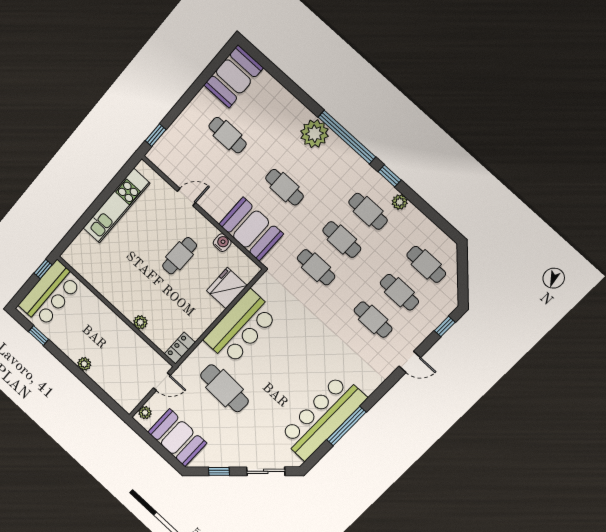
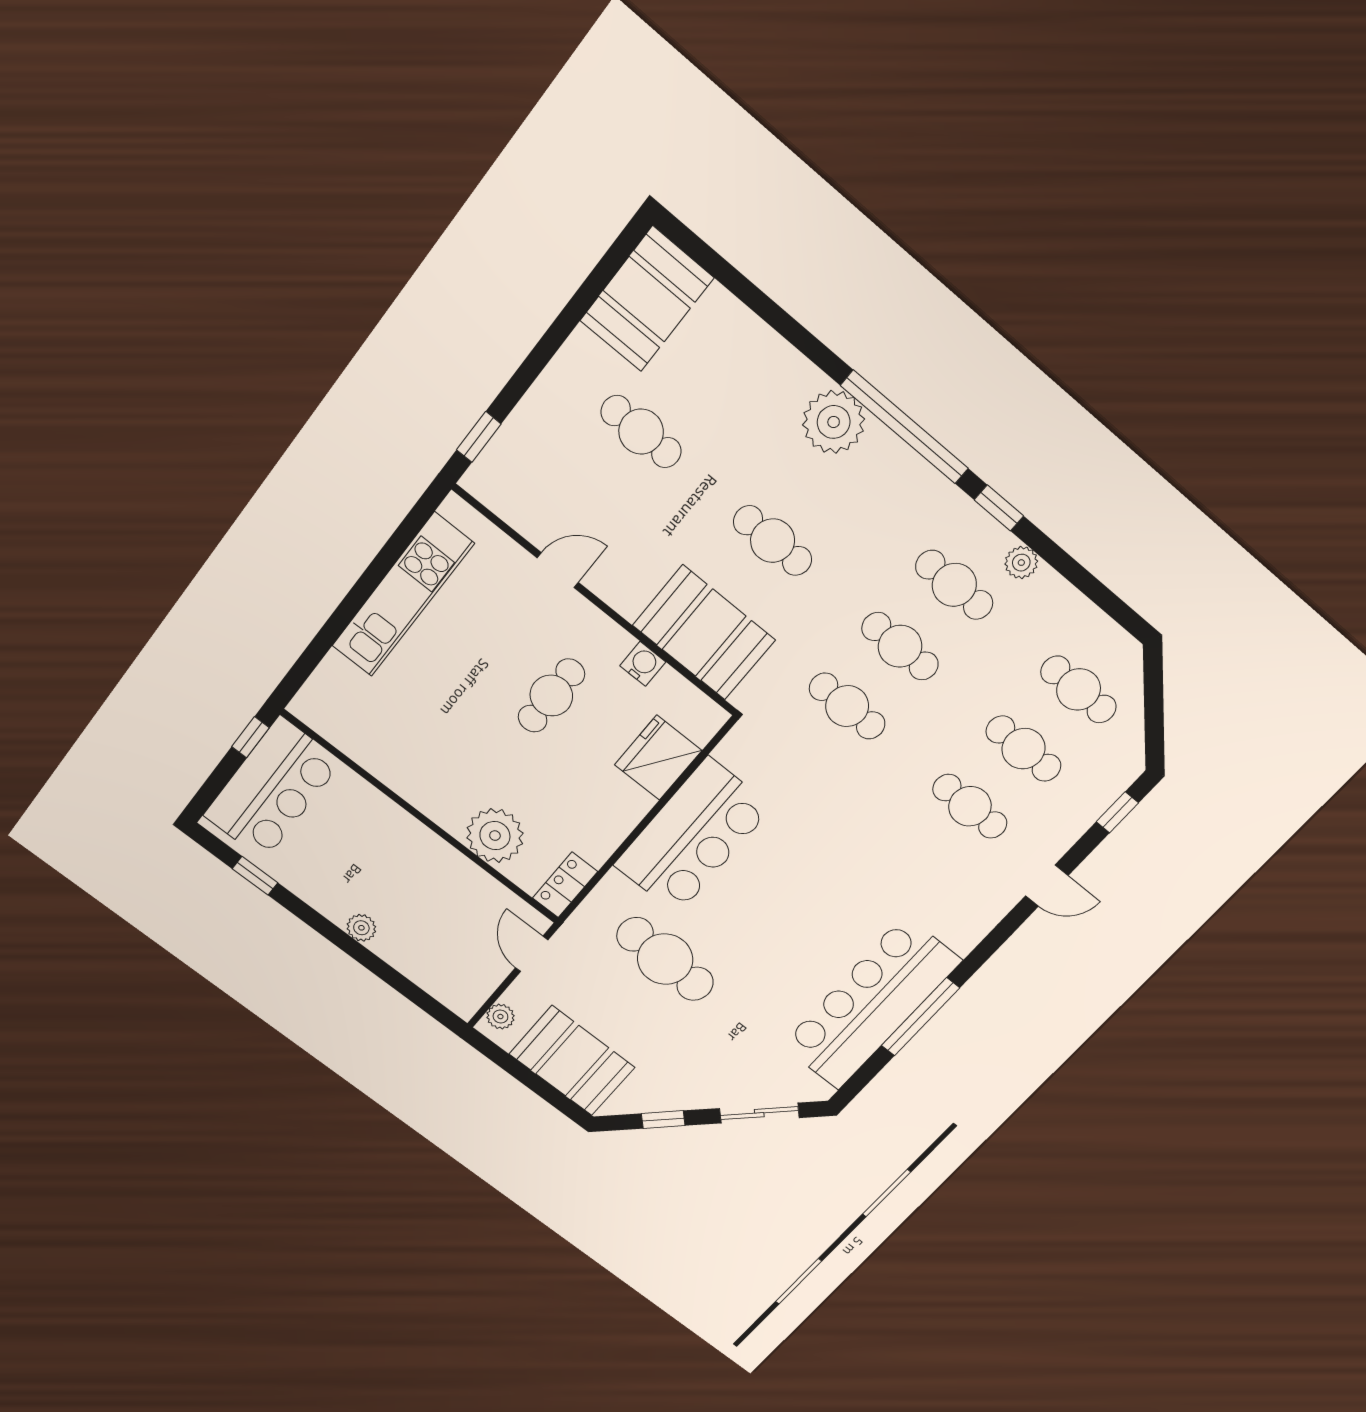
plant: (140, 322) -> (495, 836), width x1.88, depth x1.88
door: (162, 382) -> (532, 954), swing flipped

